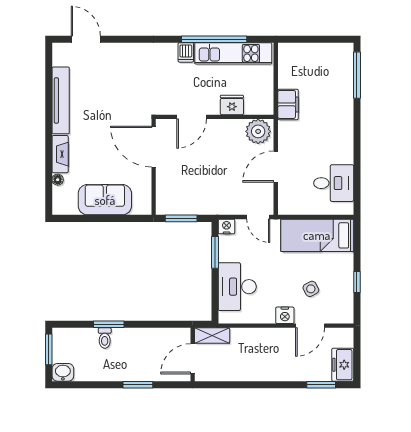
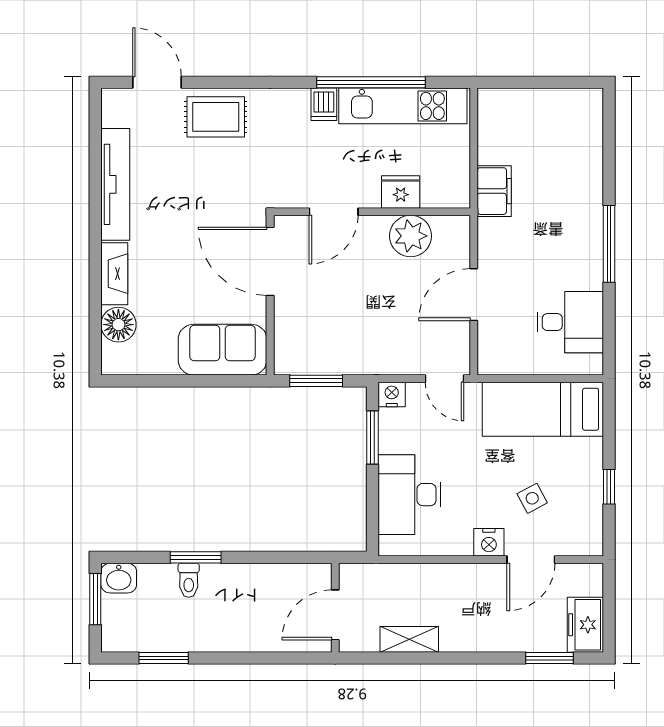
rug: (121, 60) -> (216, 117), added
window: (357, 75) -> (609, 244), moved
plant: (258, 131) -> (411, 236), moved
floor lamp: (58, 180) -> (118, 325), width x1.89, depth x1.89
sofa: (105, 200) -> (223, 350), moved
shelving: (212, 336) -> (409, 639), moved
washbasin: (63, 372) -> (119, 578), moved, turned 180
window: (138, 385) -> (164, 658), moved

